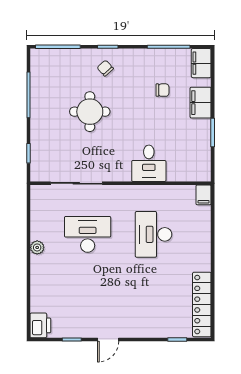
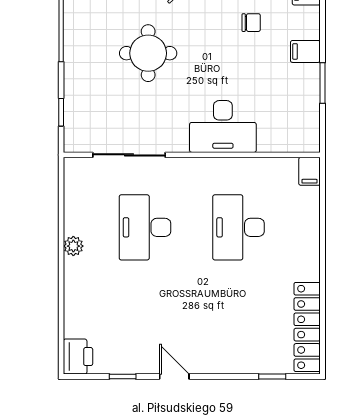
filing cabinet: (201, 103) -> (305, 51), width x0.50
desk: (149, 163) -> (223, 126), width x1.37
desk: (88, 234) -> (145, 227), turned -90
door: (108, 339) -> (174, 377), swing flipped

